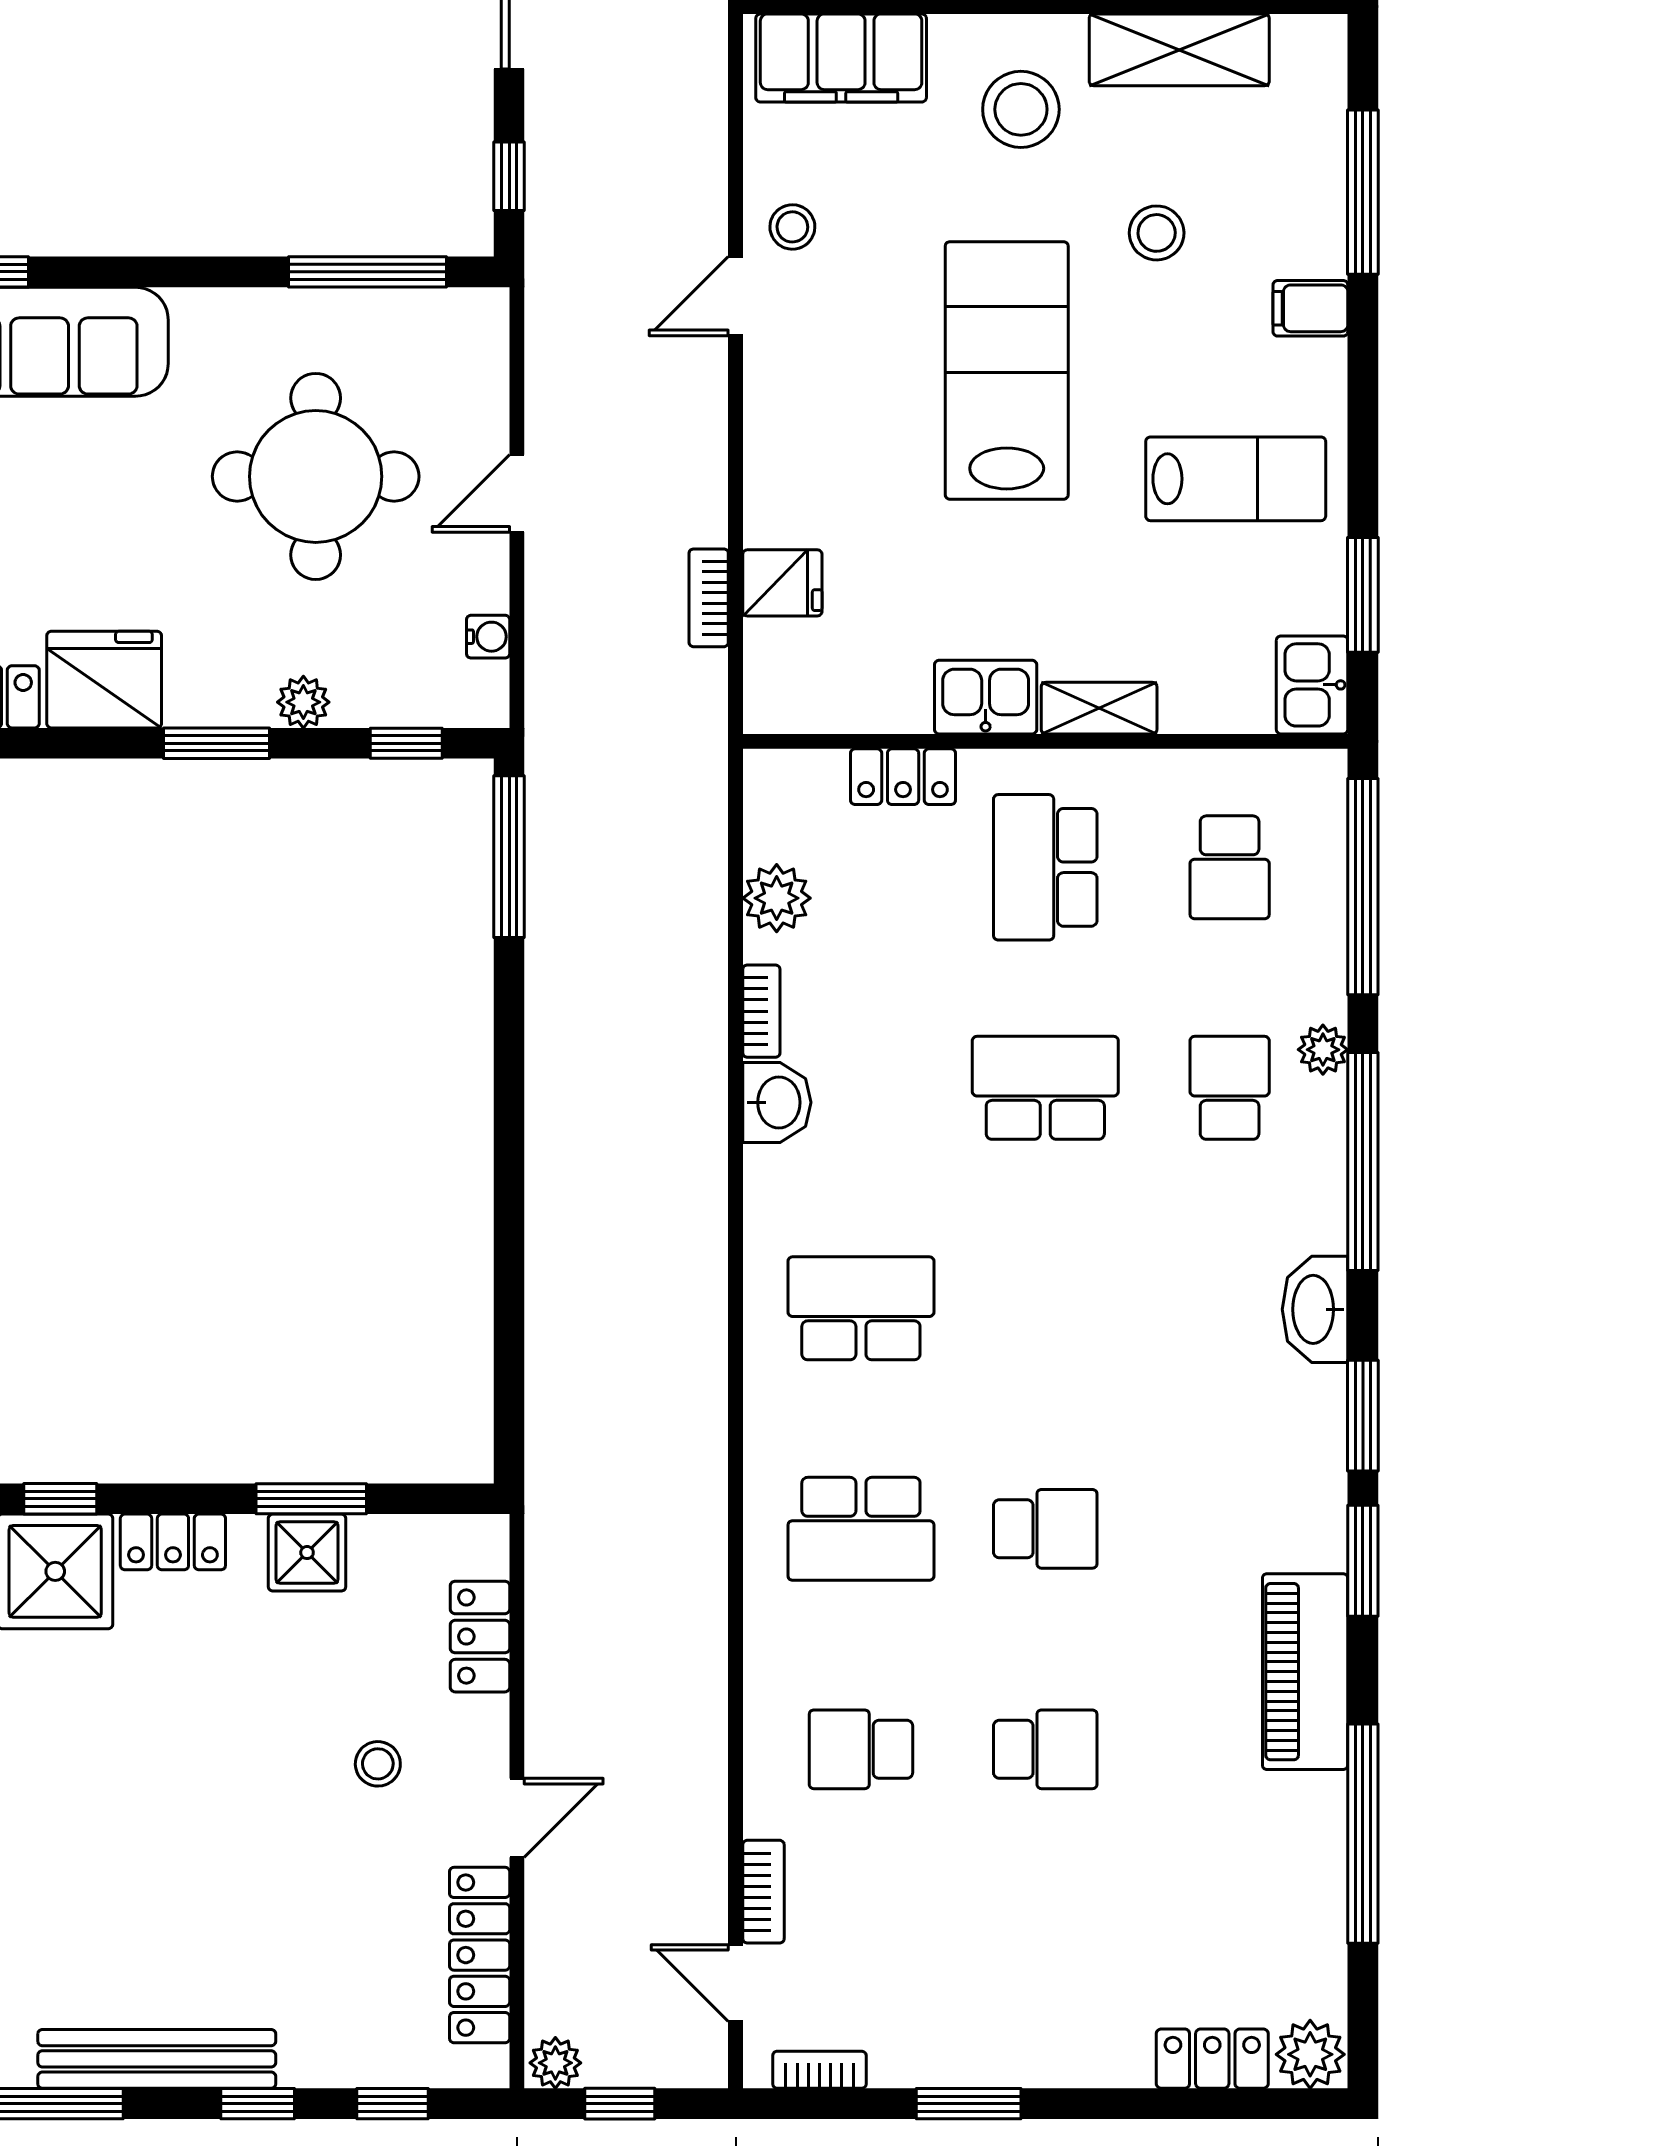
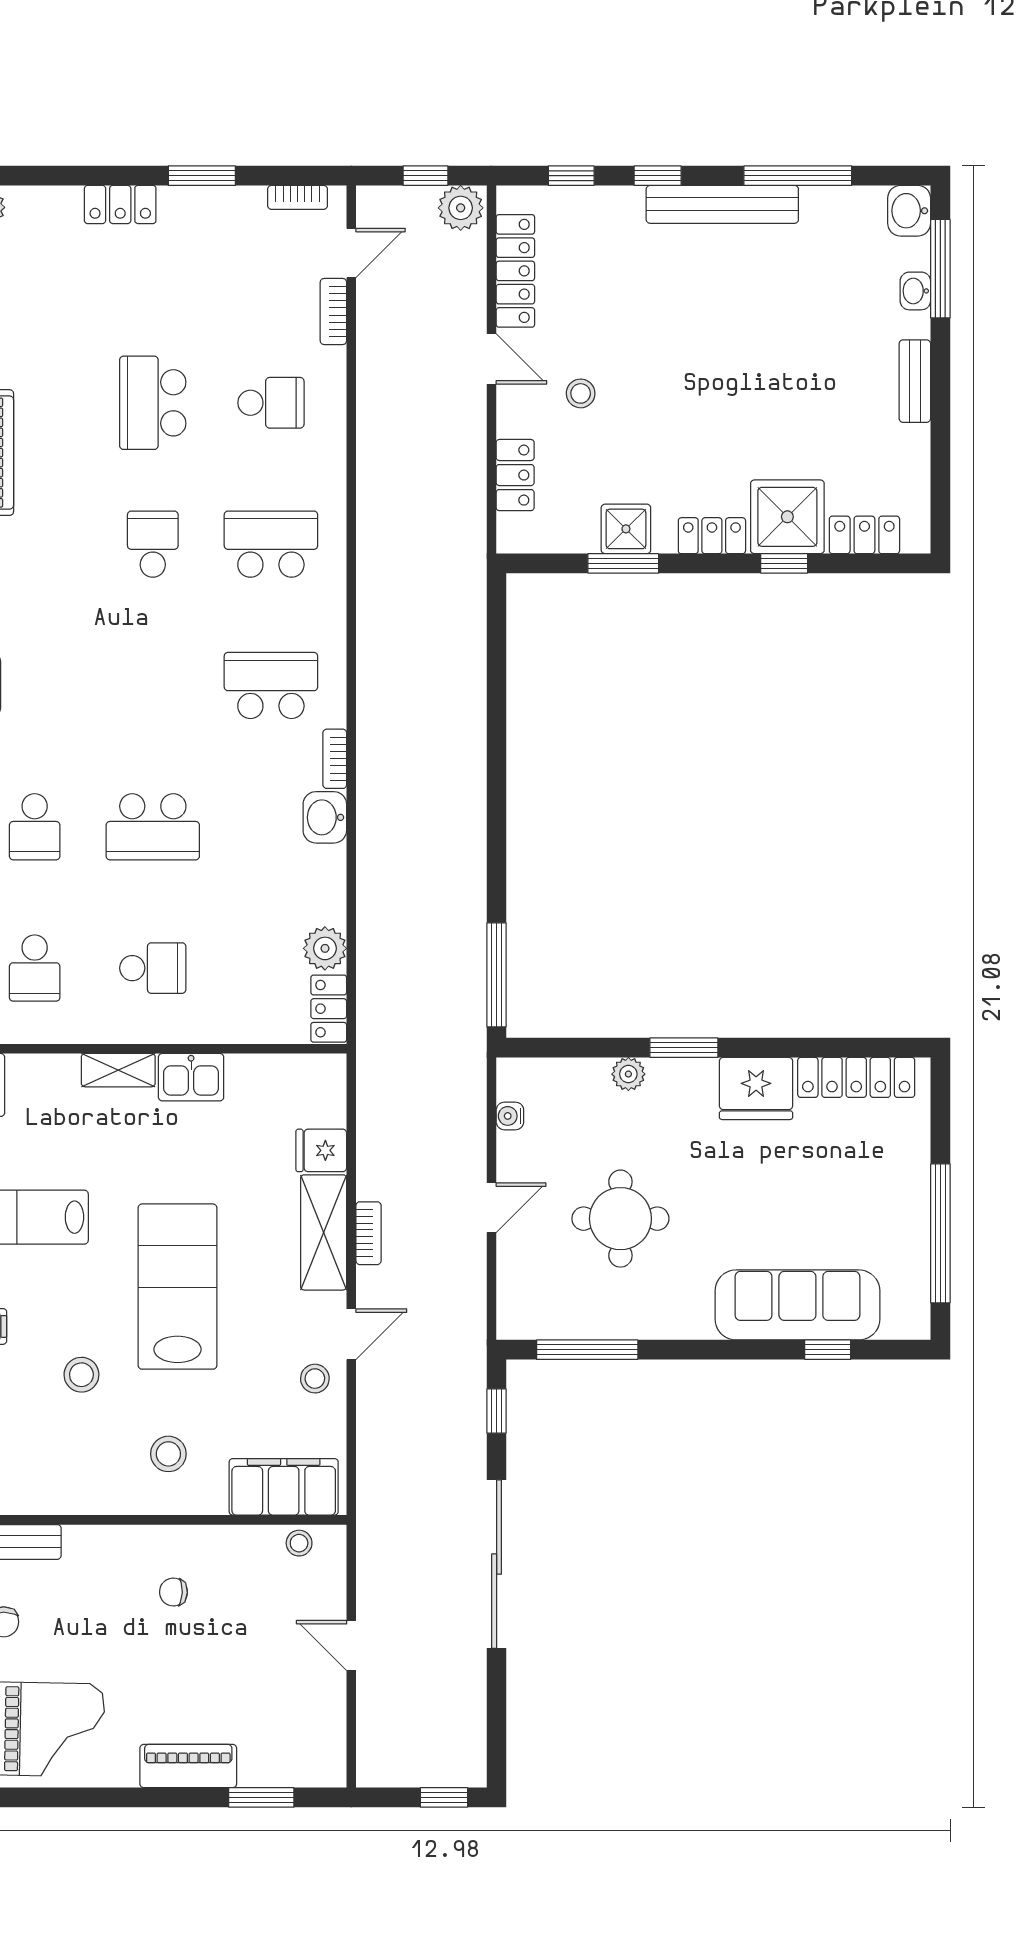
shelving: (1179, 50) -> (324, 1232), moved, turned 90
stool: (1021, 109) -> (168, 1454), width x0.73, depth x0.73
lab bench: (1007, 370) -> (178, 1287), turned 180
round table: (316, 476) -> (620, 1219), width x0.73, depth x0.73
bookcase: (709, 598) -> (369, 1233), moved
window: (406, 743) -> (562, 1048), removed
locker: (903, 777) -> (329, 1009), moved, turned -90
school desk: (1045, 867) -> (153, 968), width x0.54
school desk: (1230, 867) -> (35, 968), turned 180
bookcase: (761, 1011) -> (335, 759), moved
school desk: (861, 1308) -> (271, 685), turned 180
school desk: (1045, 1529) -> (153, 544), turned 90
school desk: (1045, 1749) -> (153, 403), width x1.85
door: (517, 1818) -> (491, 359), swing flipped
door: (736, 1983) -> (351, 253), hinge flipped
locker: (1212, 2059) -> (120, 204), moved
plant: (555, 2063) -> (461, 208), width x1.38, depth x1.38

